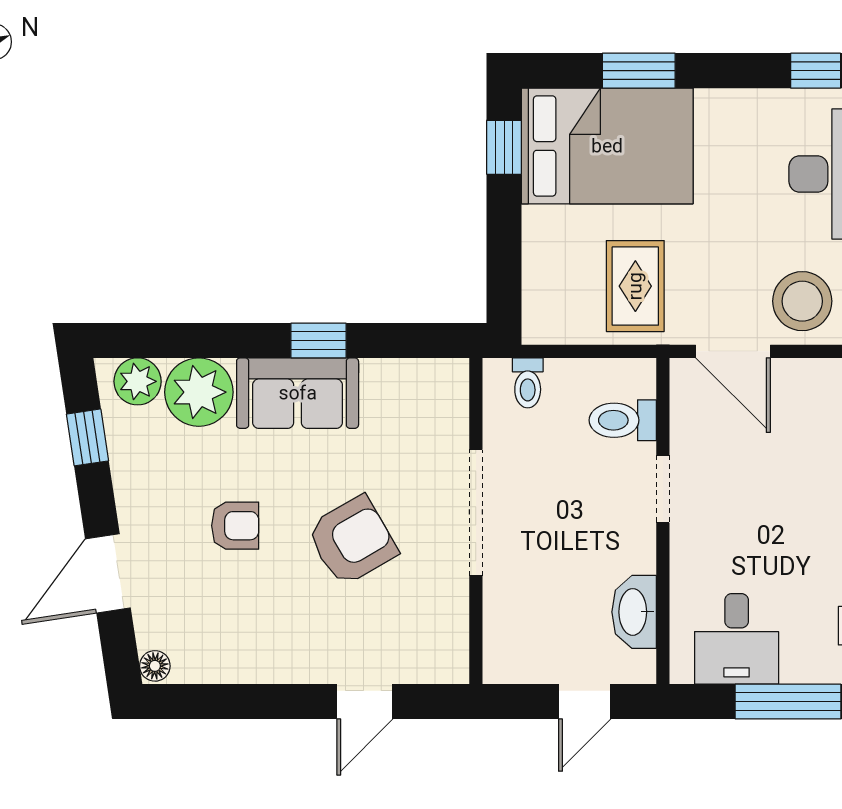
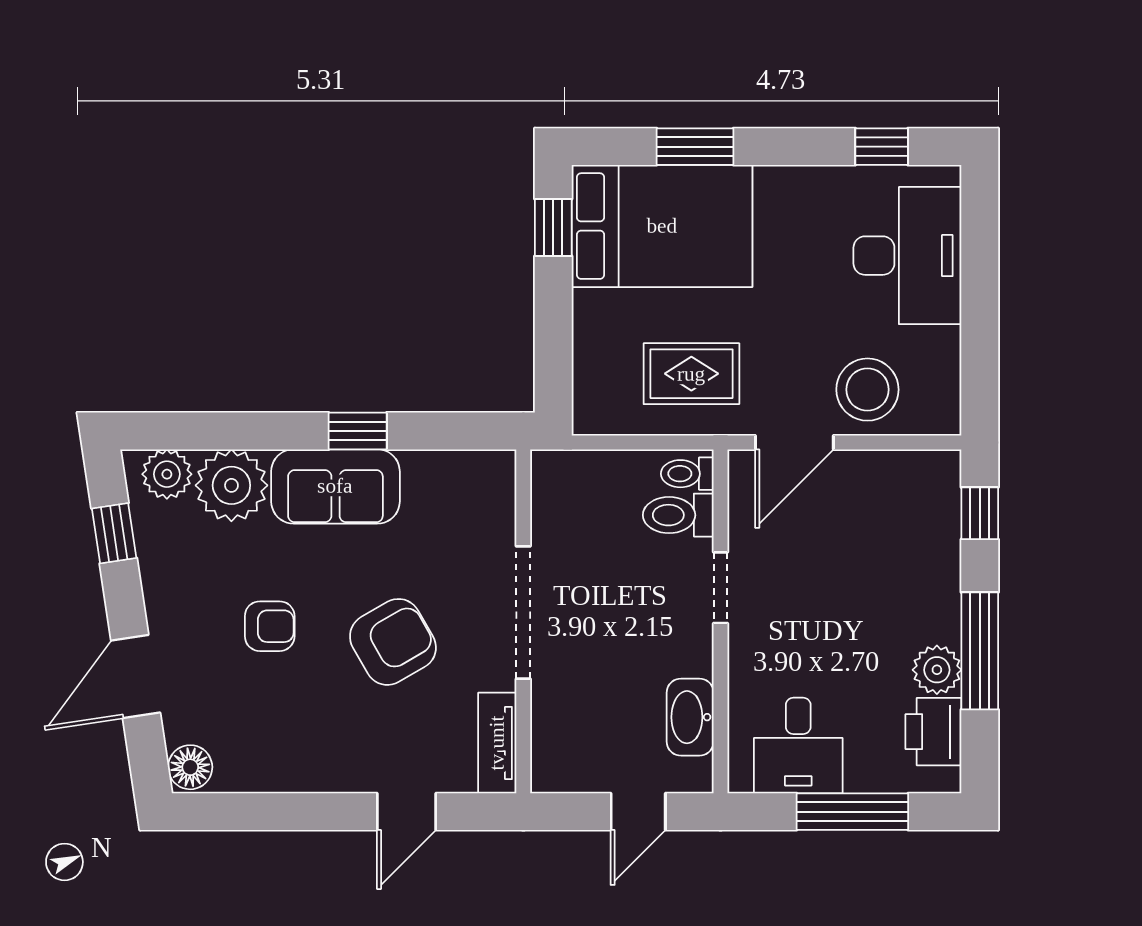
rug: (635, 286) -> (691, 374), turned 90
door: (733, 351) -> (794, 442), hinge flipped
toilet: (528, 383) -> (687, 474), moved, turned 90
tv unit: (451, 636) -> (497, 743), added
floor lamp: (155, 666) -> (190, 767), width x1.37, depth x1.37

